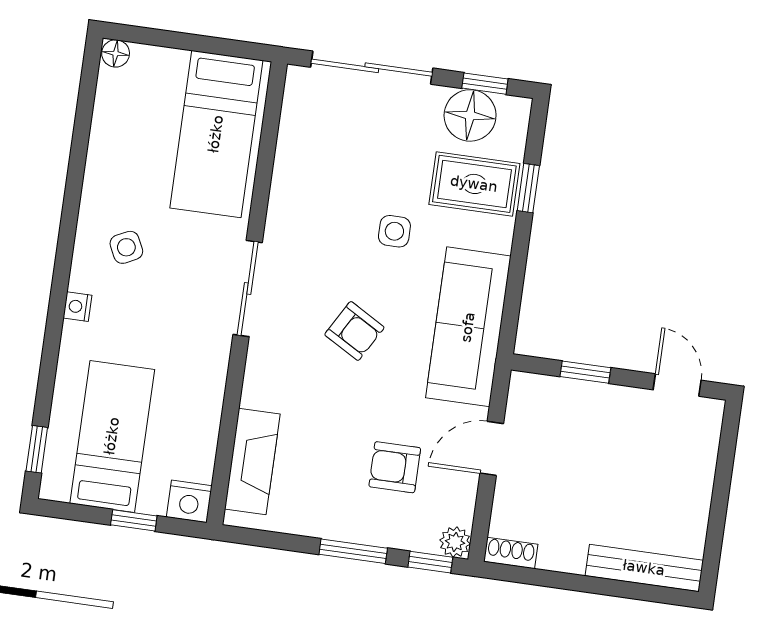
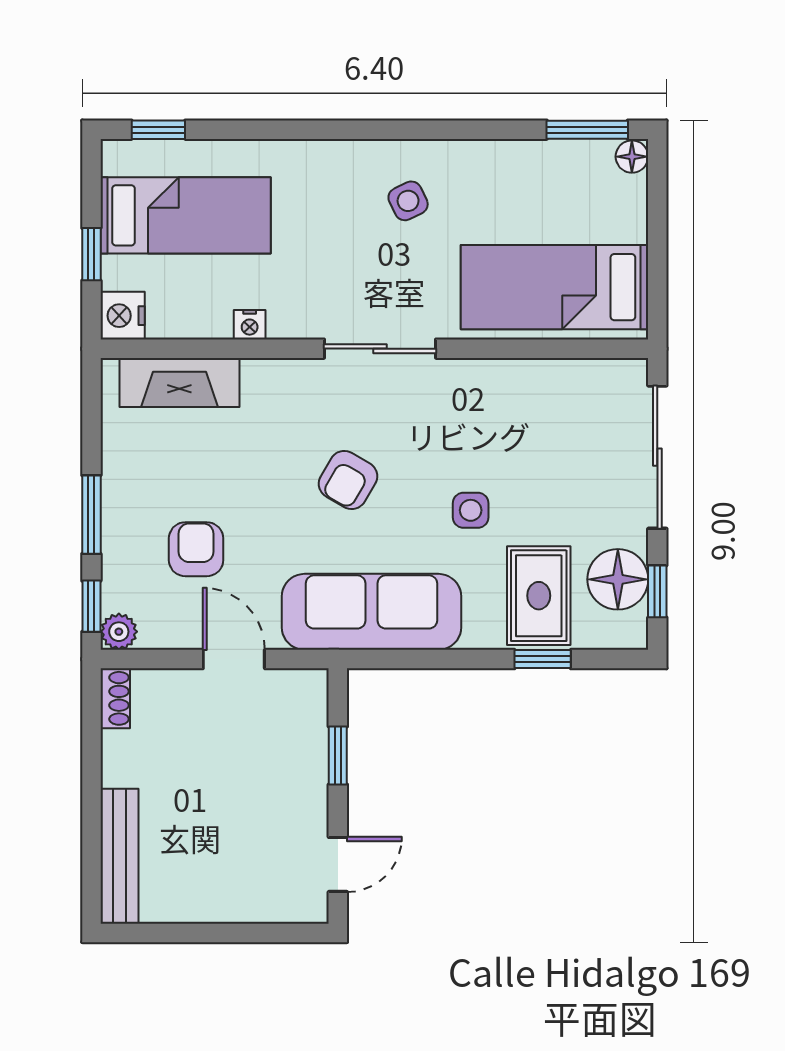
window: (88, 88) -> (587, 130), added
nightstand: (78, 307) -> (250, 325), moved, turned 180

